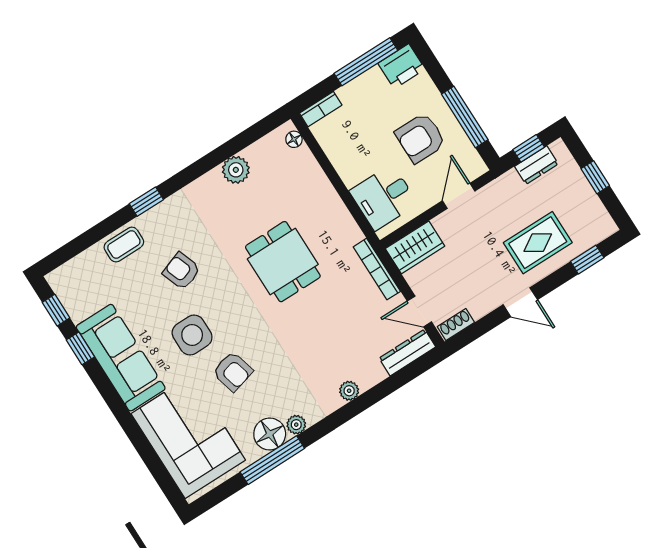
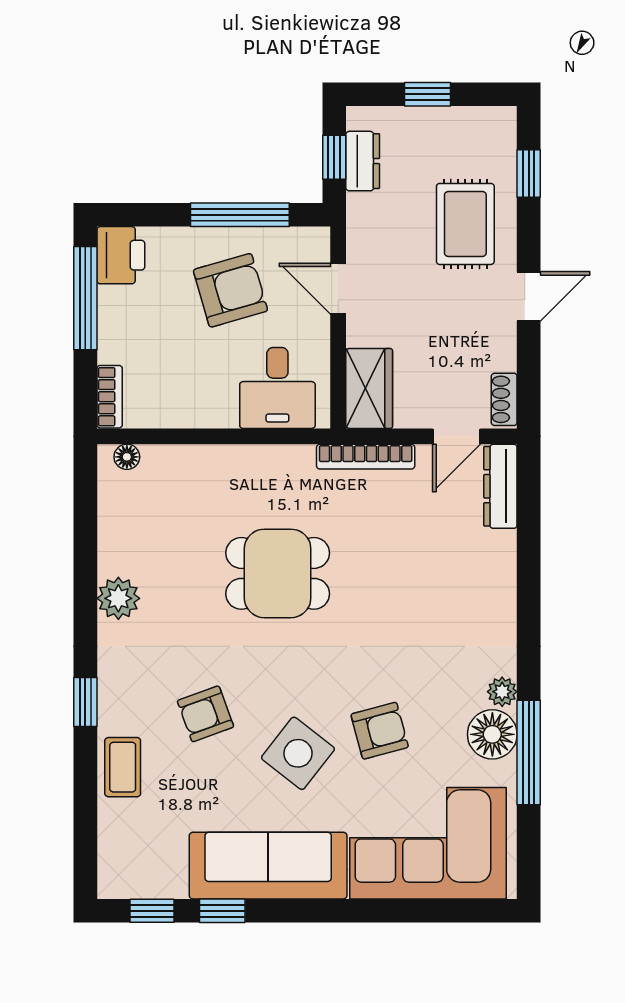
armchair: (420, 138) -> (230, 290), turned -106
plant: (236, 170) -> (118, 598), moved
side table: (192, 335) -> (298, 753), turned 38
plant: (349, 391) -> (502, 594), removed

